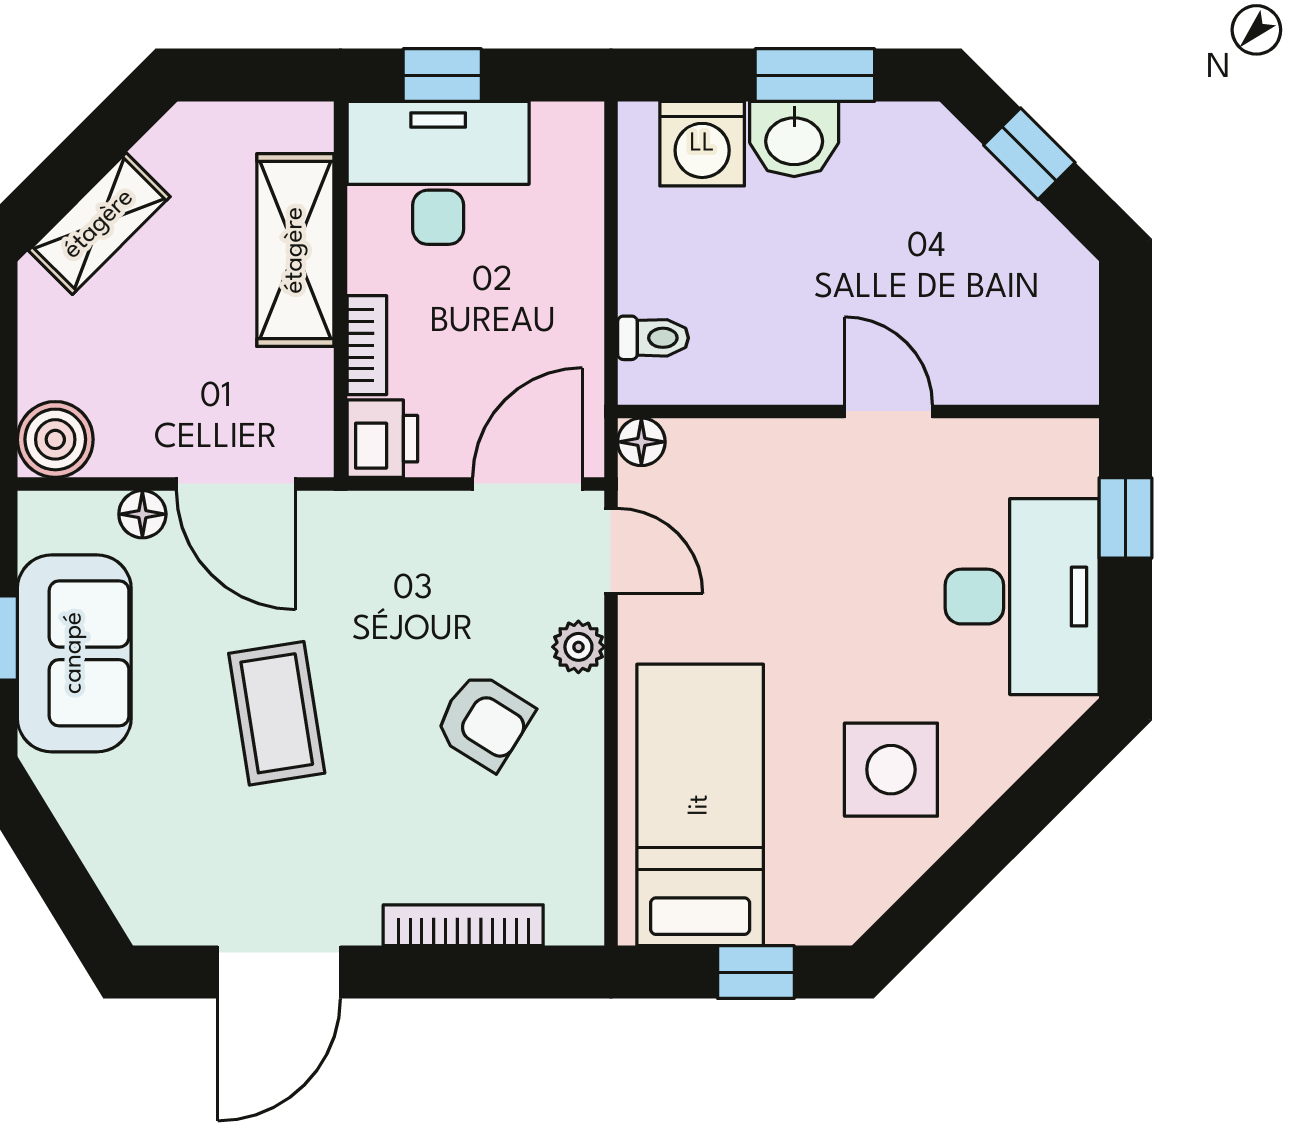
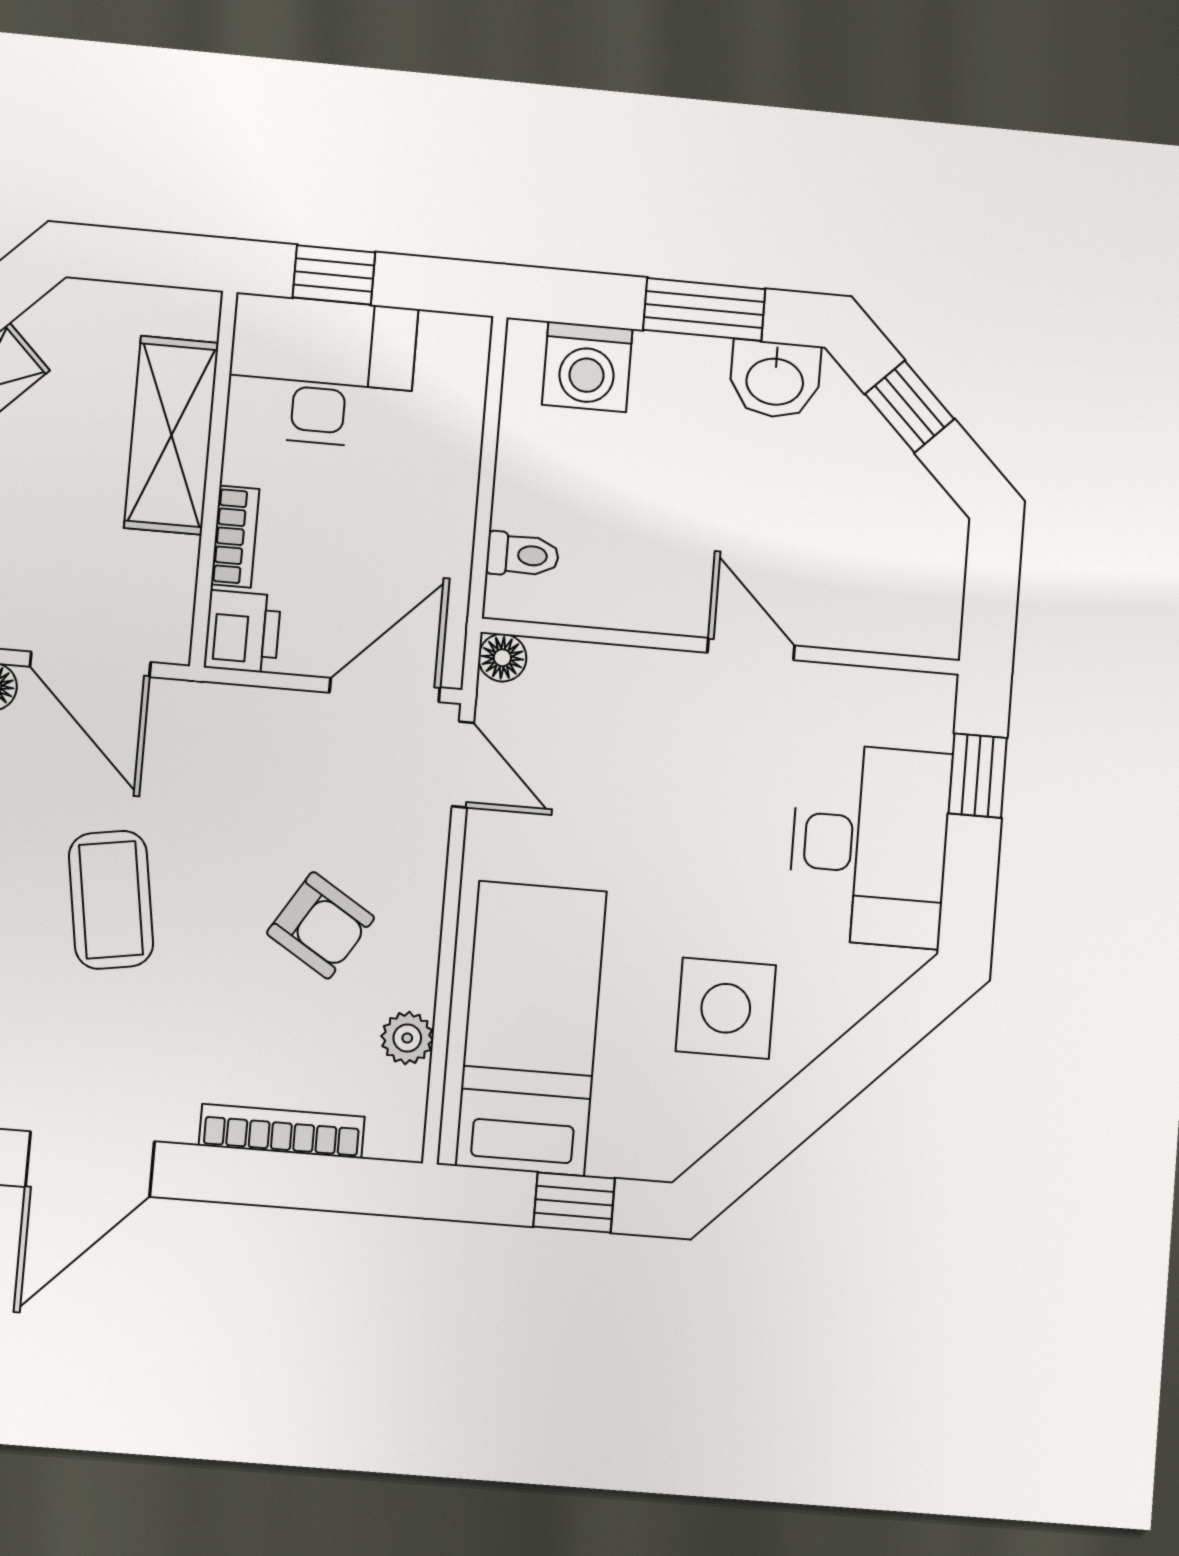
washbasin: (794, 139) -> (775, 379), moved
plant: (578, 647) -> (407, 1038), moved

